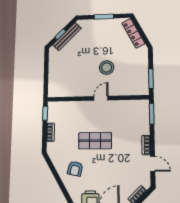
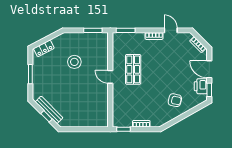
locker: (133, 33) -> (44, 48), width x0.66
stool: (107, 68) -> (74, 62), moved
shop shelf: (95, 141) -> (133, 69), moved
door: (153, 164) -> (171, 30), hinge flipped

